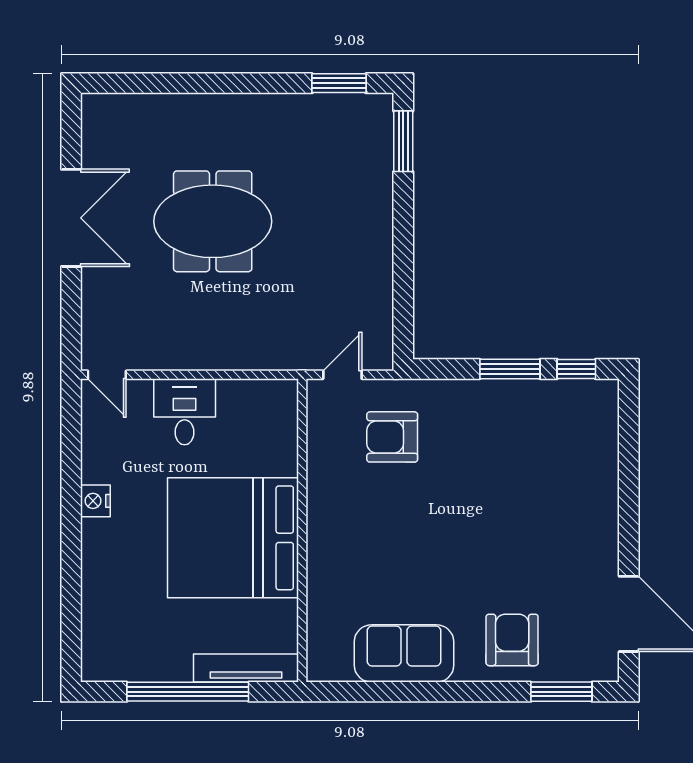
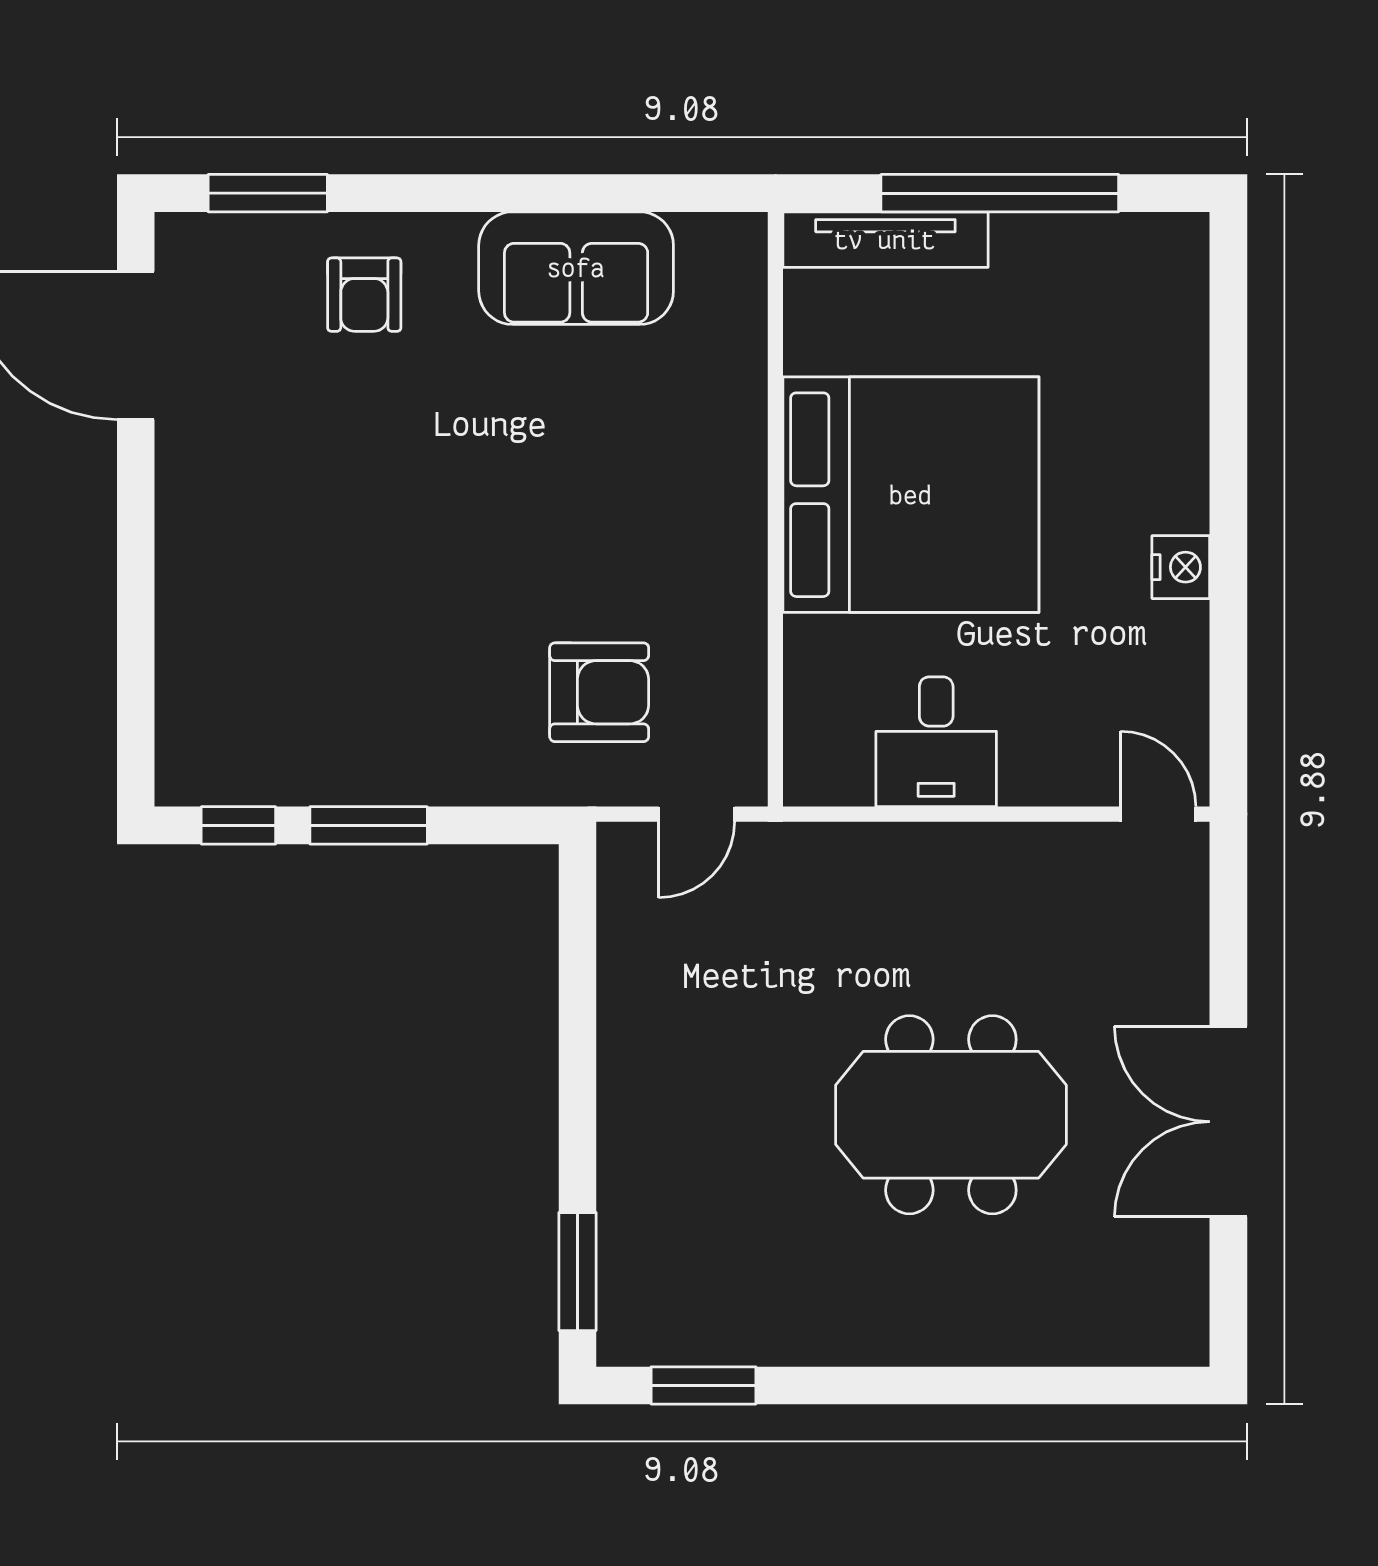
desk: (185, 412) -> (936, 742), moved
armchair: (512, 640) -> (364, 295), width x0.72, depth x0.72

